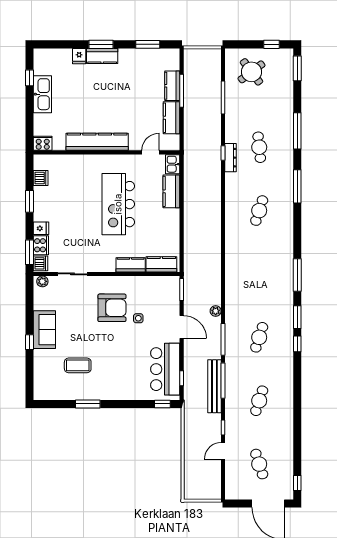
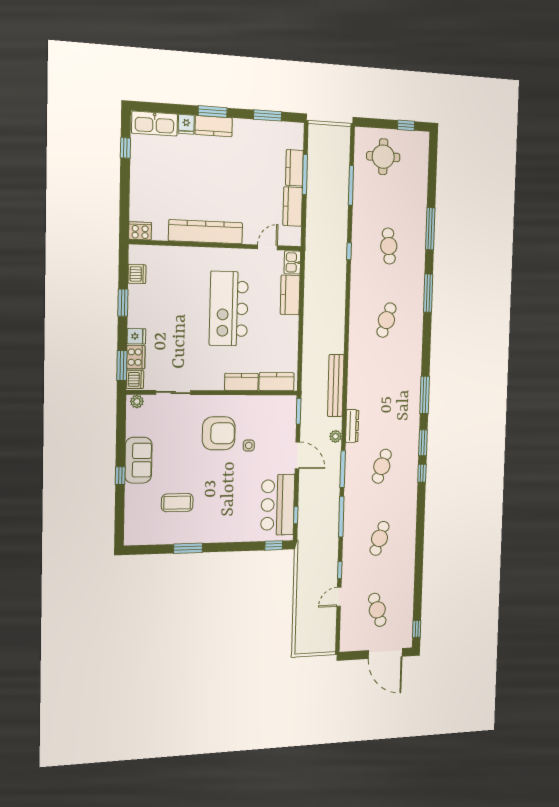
window: (297, 68) -> (433, 156), removed
round table: (251, 72) -> (383, 157), turned 37
kitchen sink: (42, 94) -> (155, 124), moved, turned 90
dresser: (230, 158) -> (352, 426), moved
bench: (214, 386) -> (336, 385), moved

